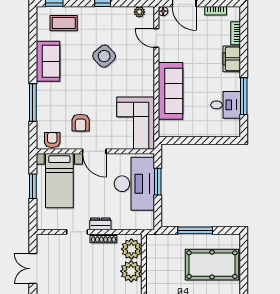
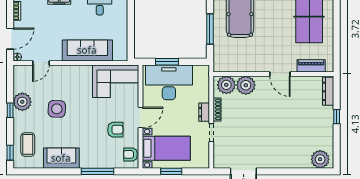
plant: (139, 12) -> (22, 102), moved, width x1.87, depth x1.87
side table: (104, 56) -> (57, 109), turned 45

